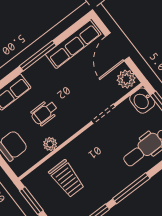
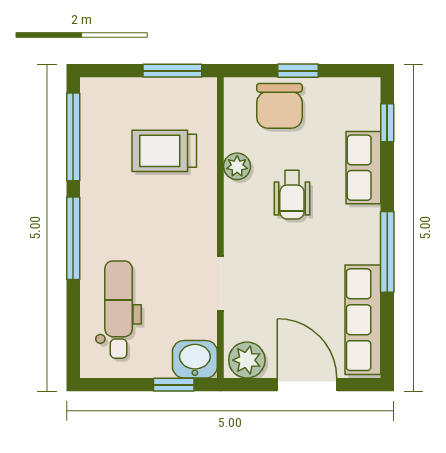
wheelchair: (44, 113) -> (292, 195), turned 180

